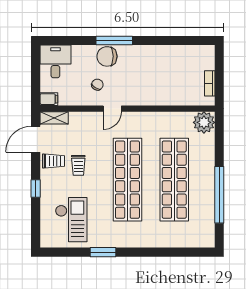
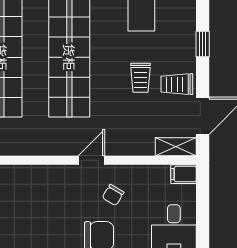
trolley: (78, 165) -> (141, 78), turned 180

